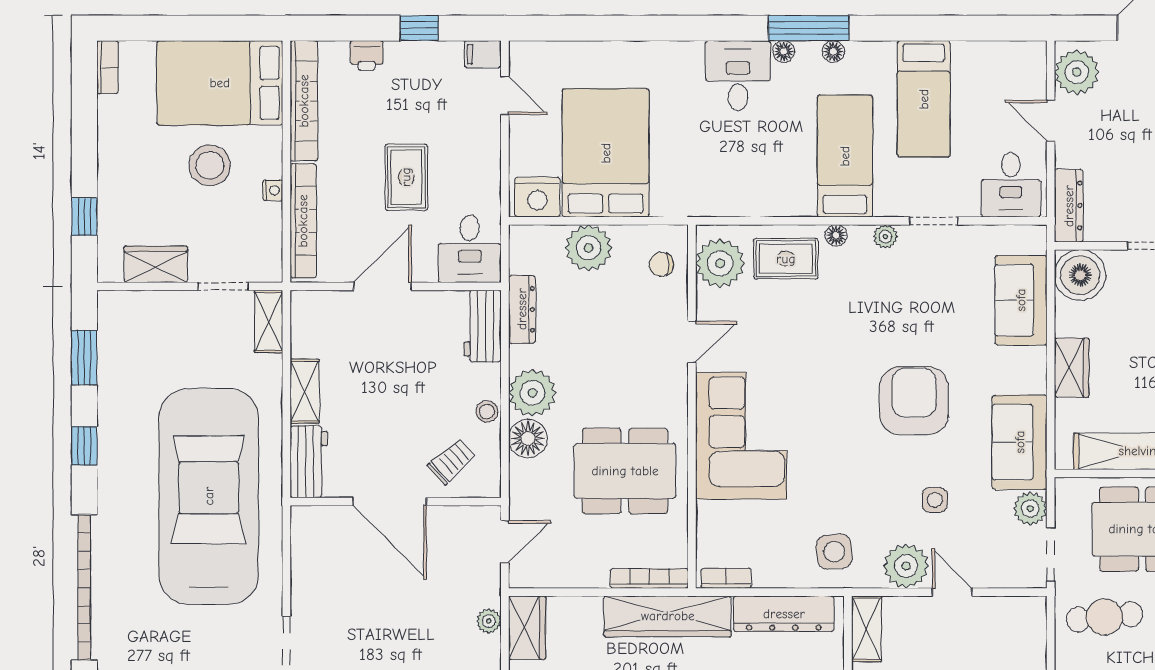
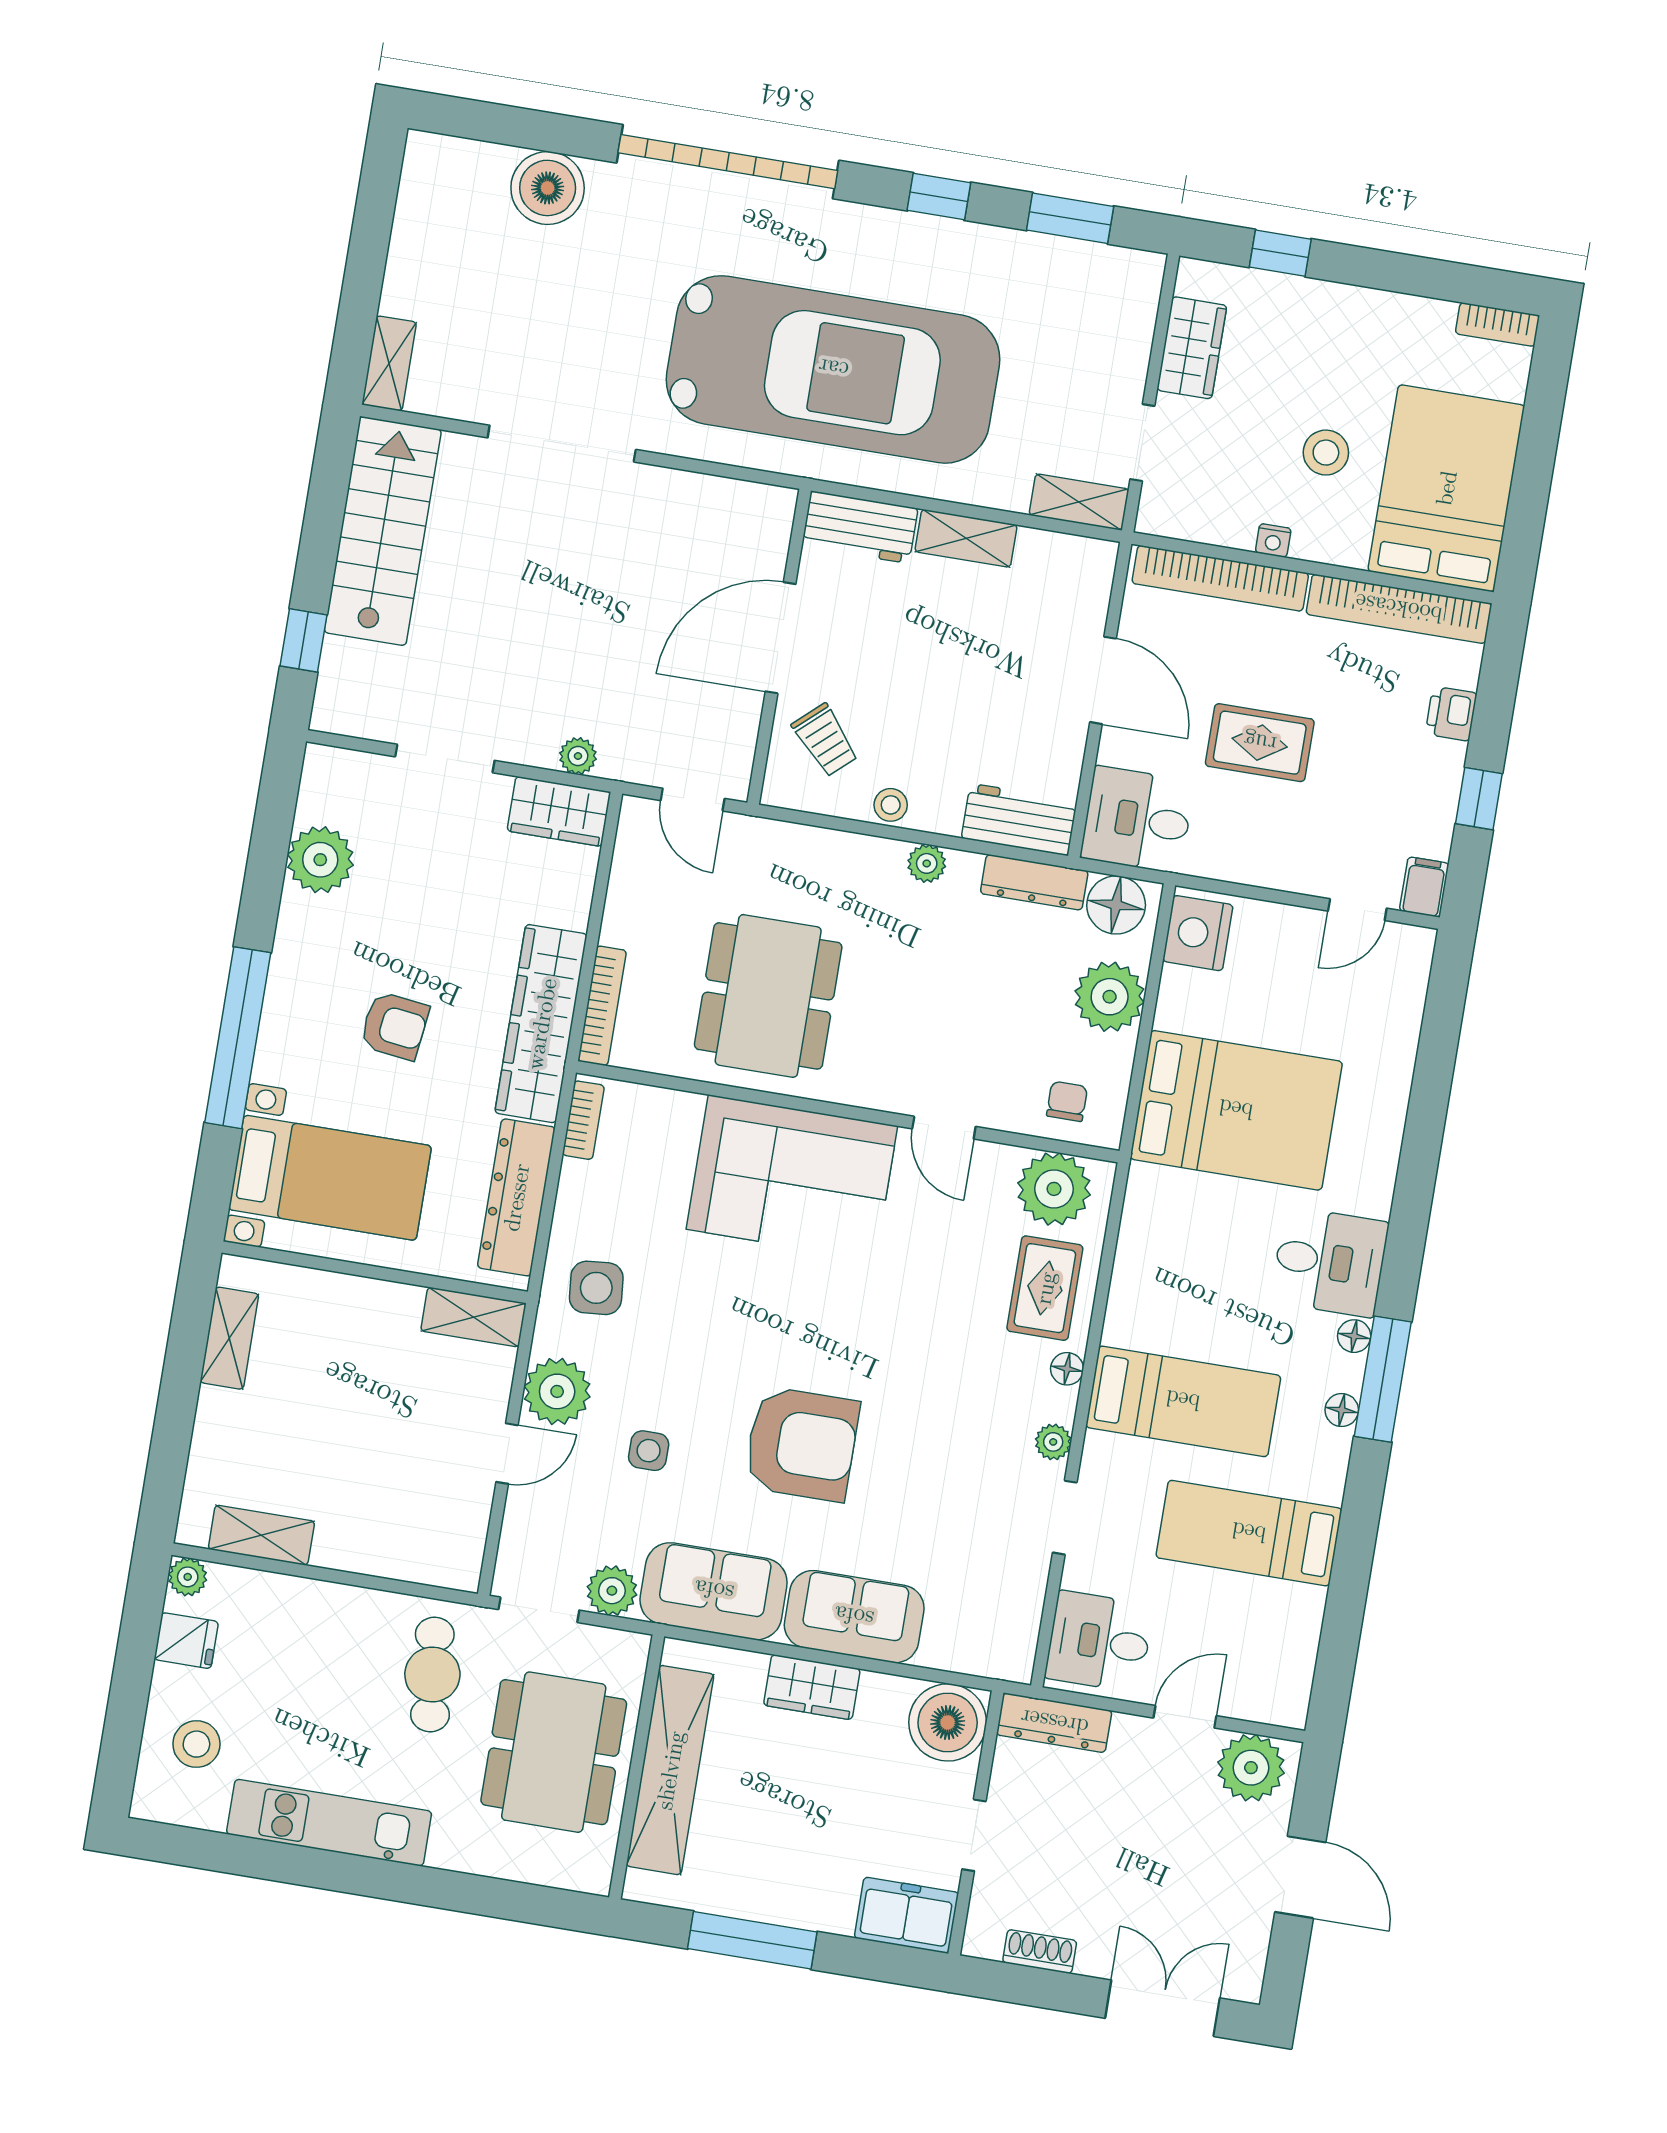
bed: (606, 153) -> (1236, 1110), moved
stool: (210, 165) -> (1326, 453), width x0.73, depth x0.73
sofa: (1021, 300) -> (854, 1617), moved
plant: (532, 393) -> (927, 863), width x0.53, depth x0.53
floor lamp: (528, 438) -> (1116, 905), moved

